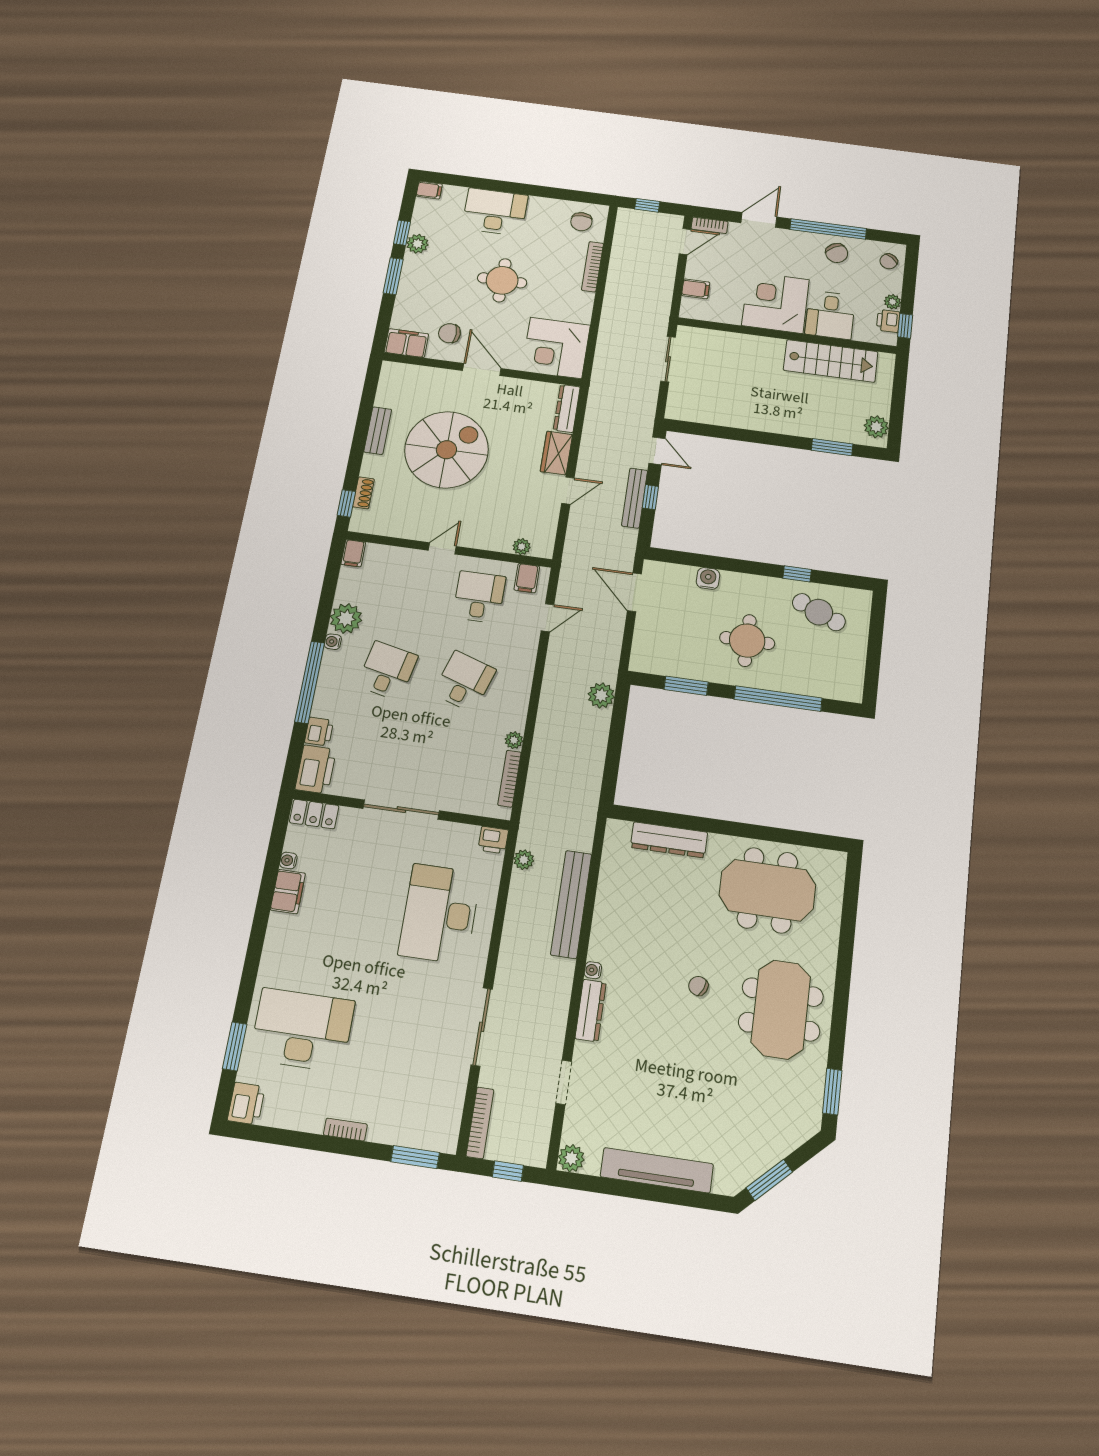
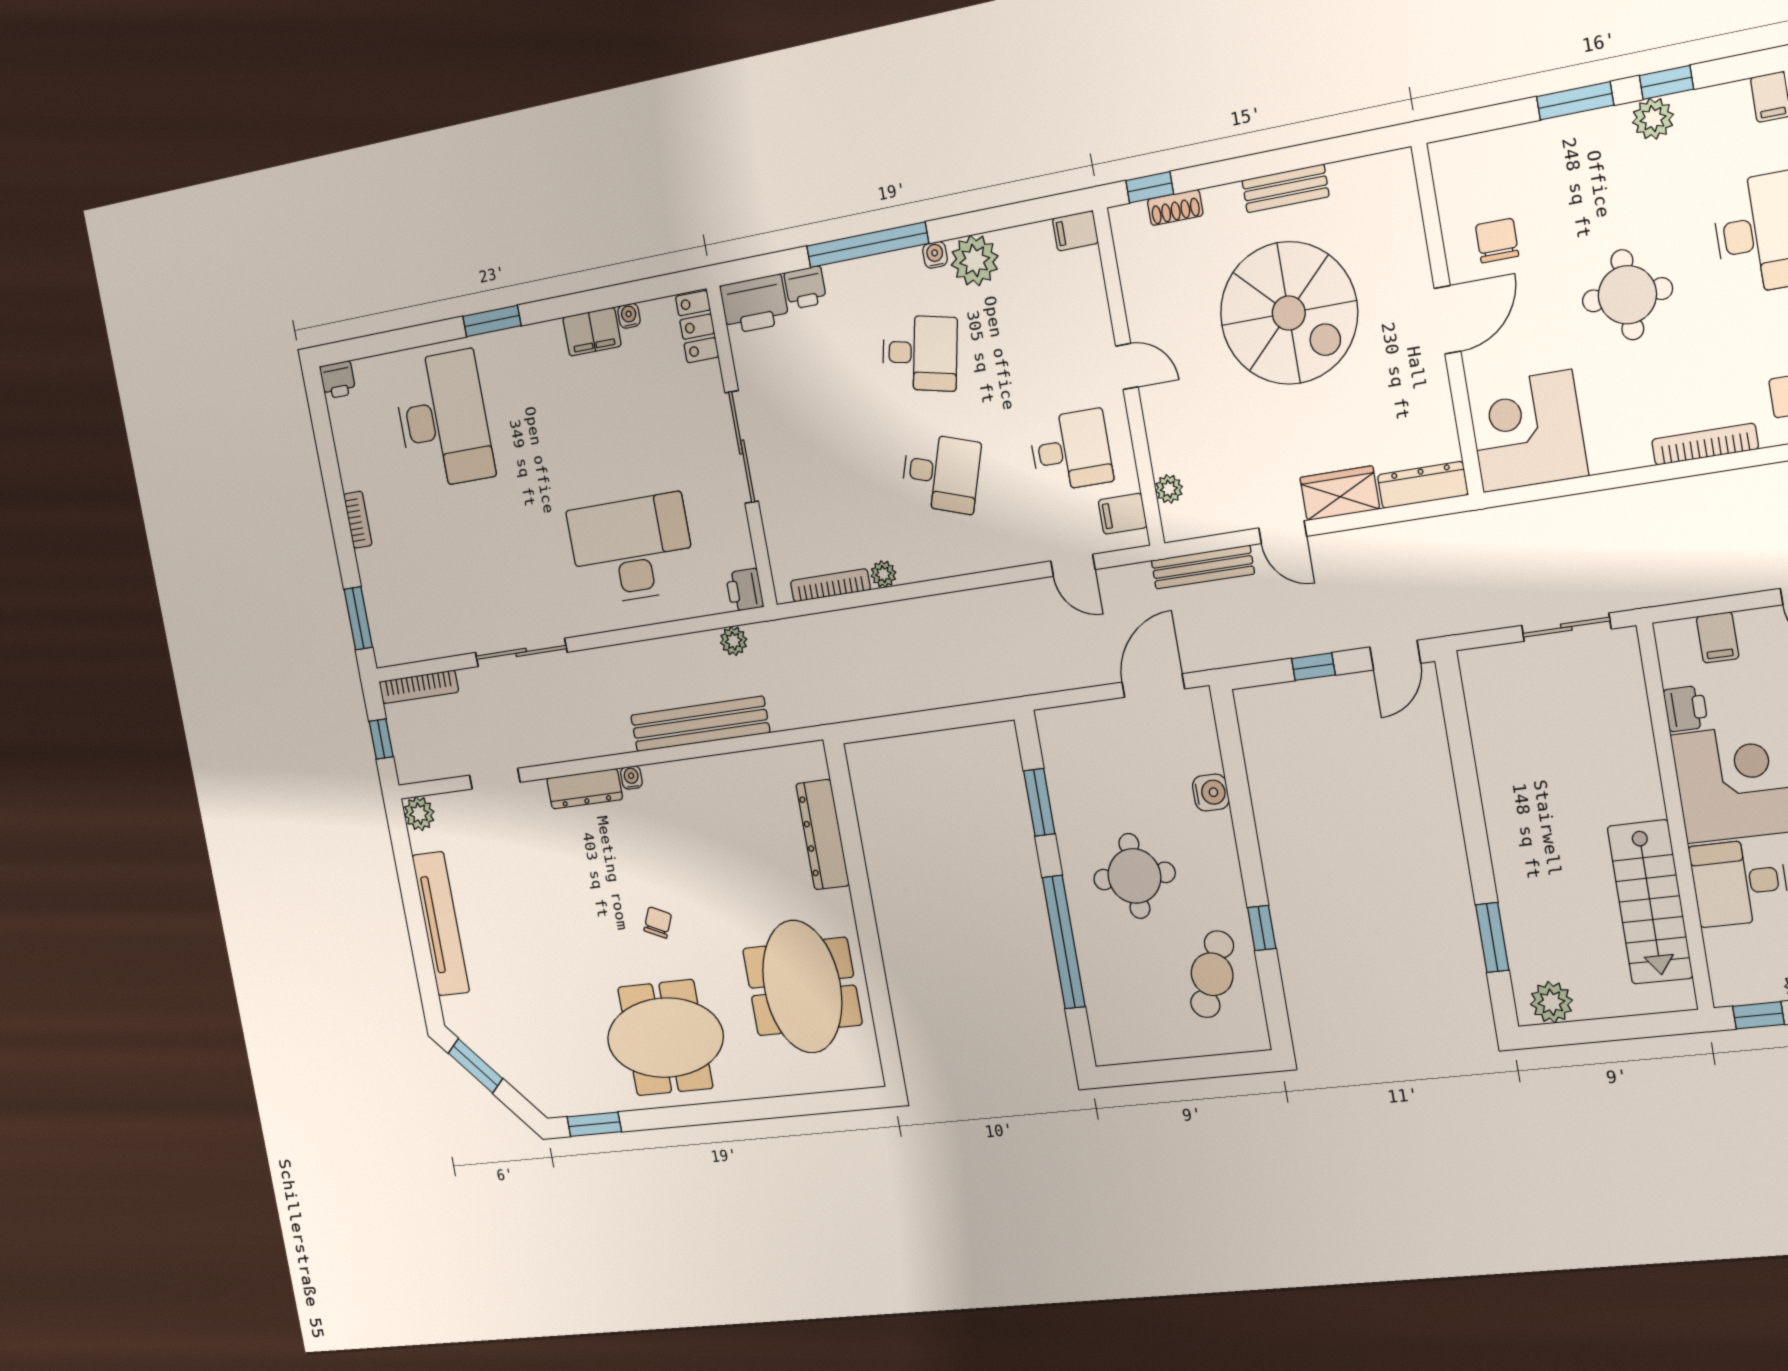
printer: (888, 321) -> (1686, 708), moved, turned 90
filing cabinet: (406, 343) -> (1455, 174), removed
bench: (635, 498) -> (1203, 567), moved
plant: (601, 695) -> (986, 681), removed
window: (235, 1046) -> (492, 321), moved
printer: (246, 1104) -> (338, 380), width x0.73, depth x0.81

